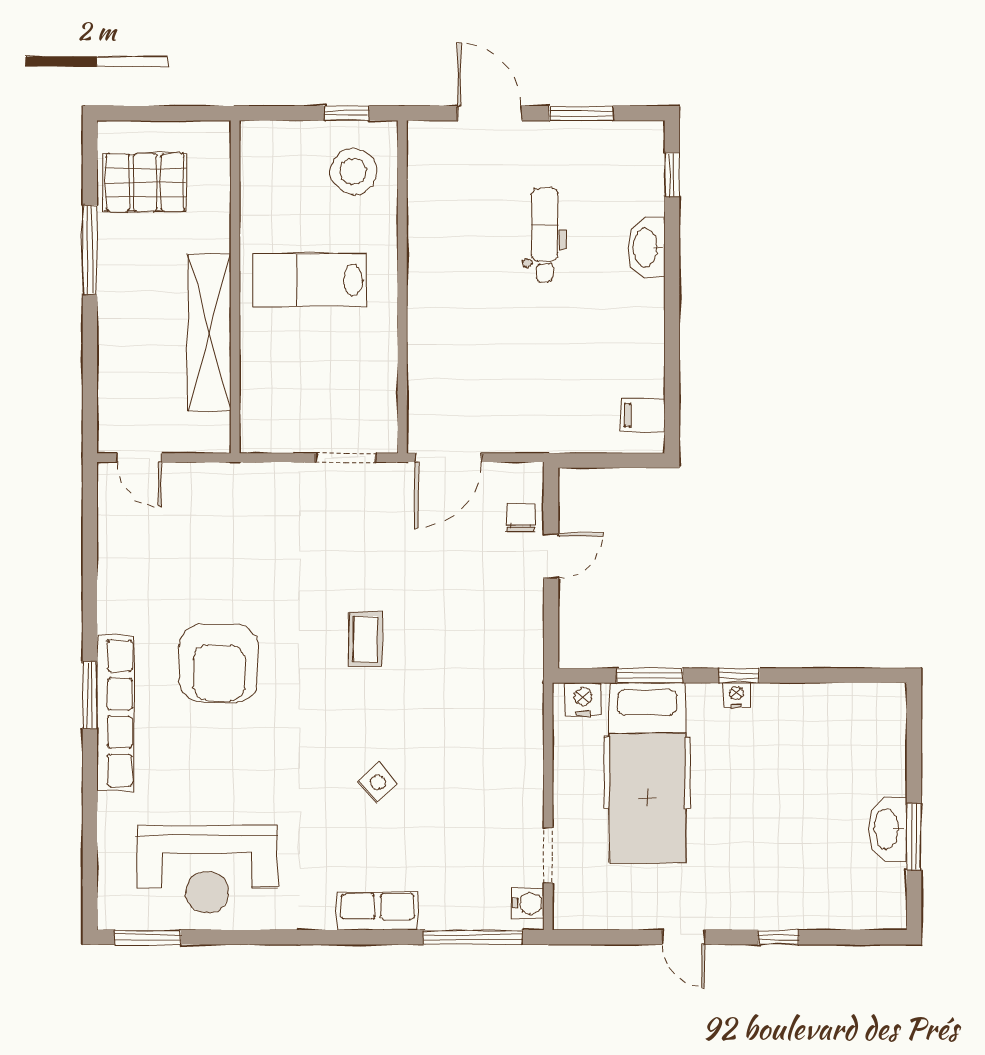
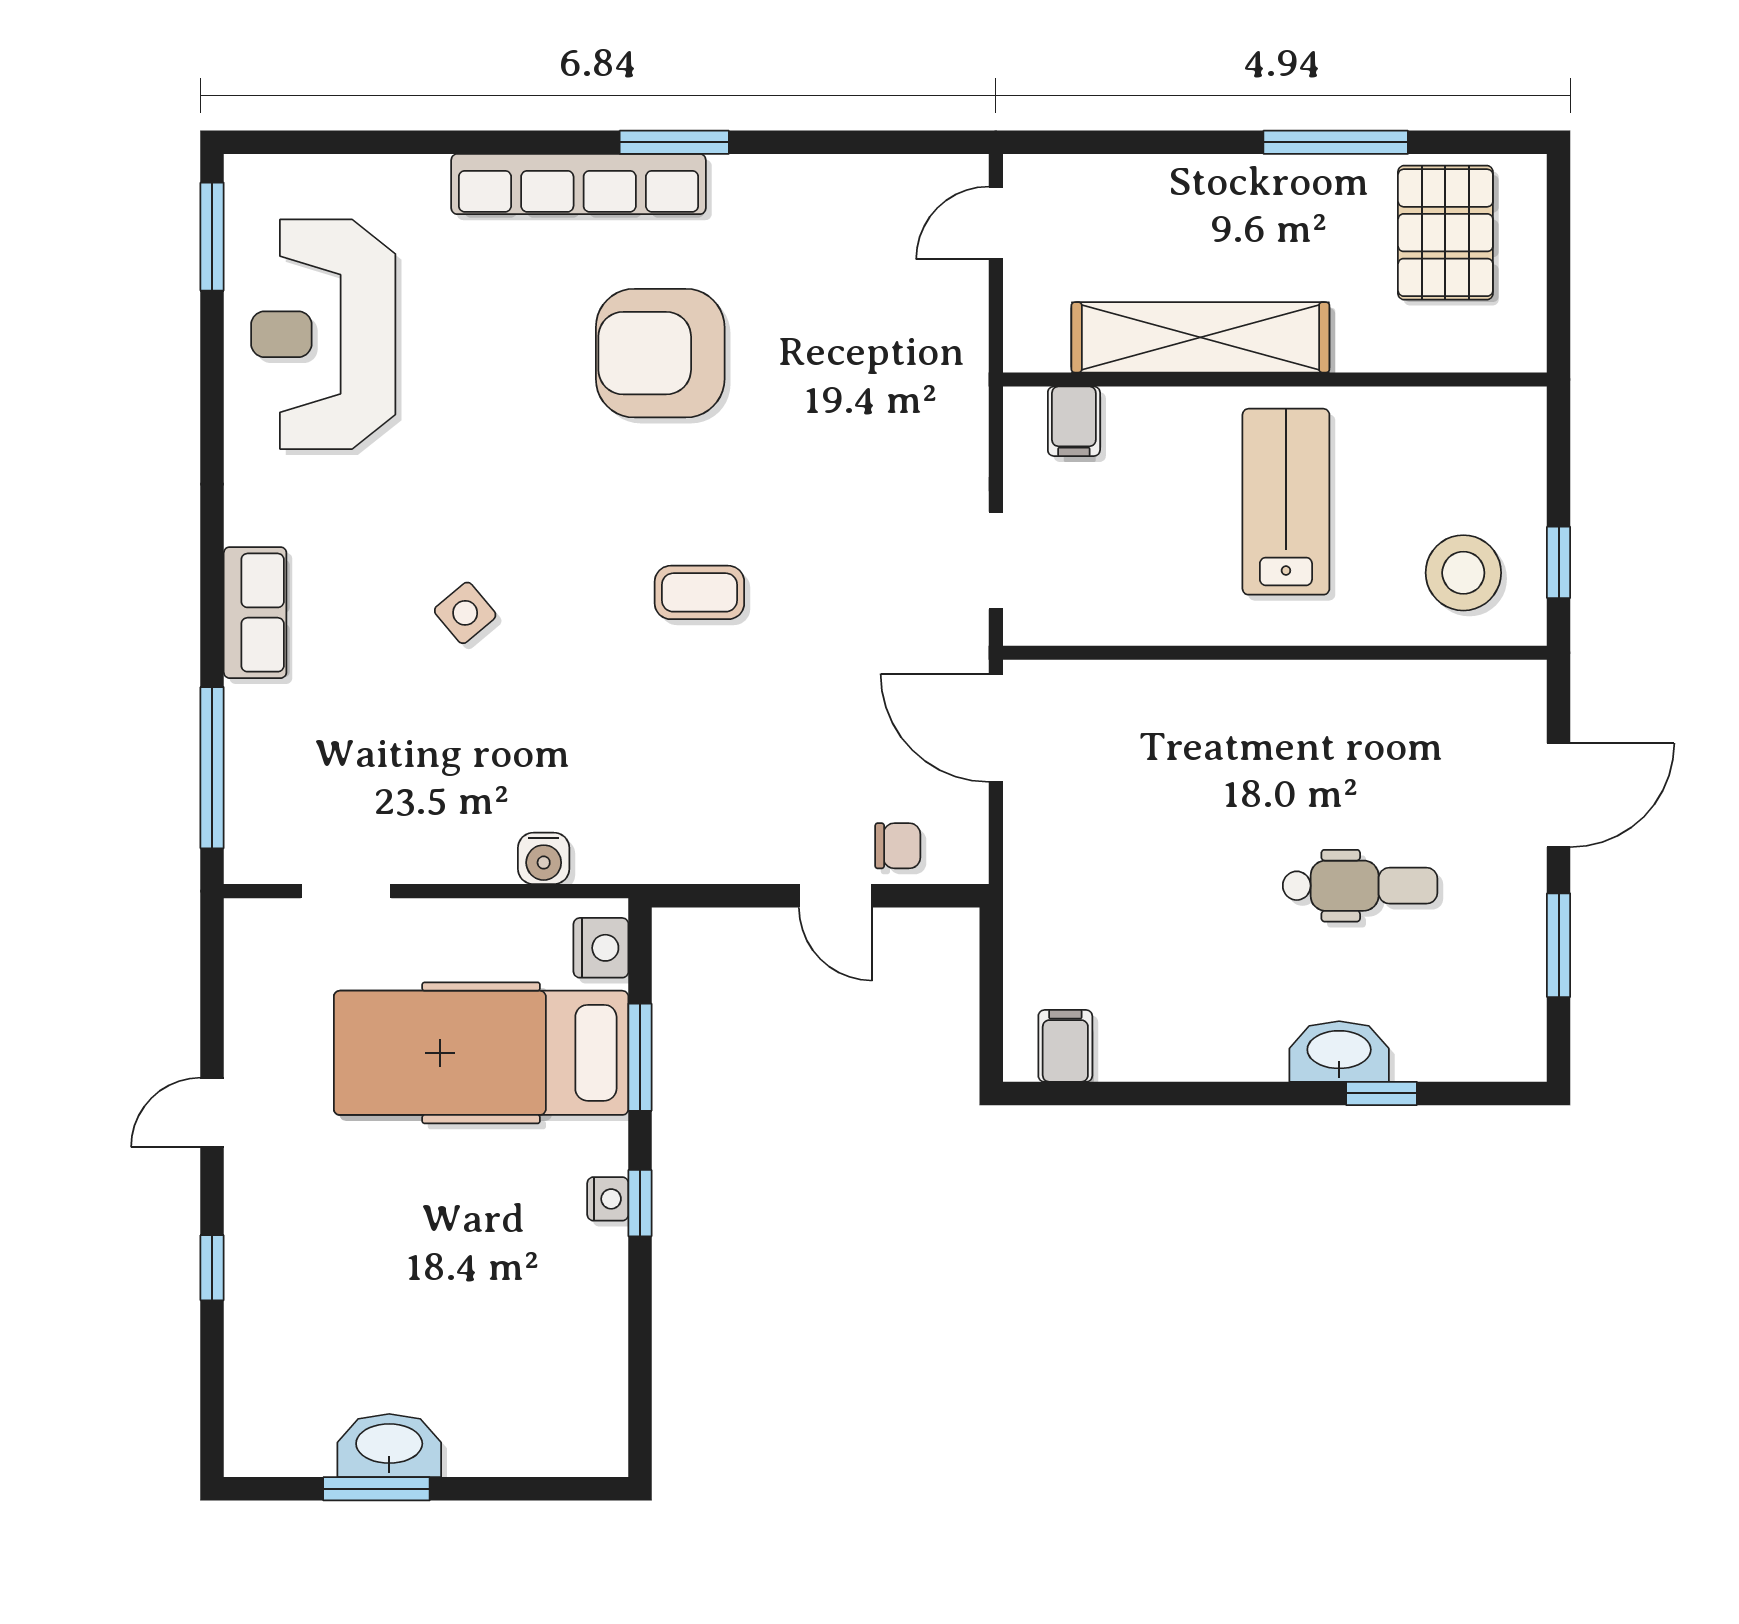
window: (672, 175) -> (1381, 1093), moved
filing cabinet: (261, 410) -> (1074, 421), added
window: (90, 695) -> (674, 142), moved
water cooler: (528, 903) -> (544, 858), moved

